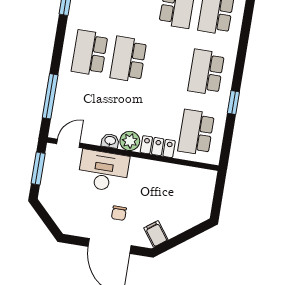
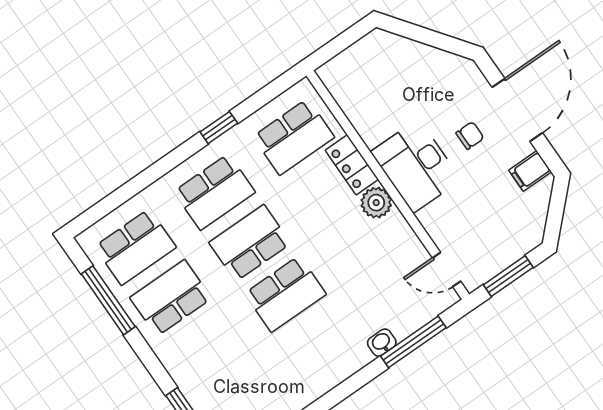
school desk: (90, 53) -> (250, 243), moved, turned 180
washbasin: (110, 141) -> (382, 343), moved, turned 90
desk: (103, 171) -> (416, 166), moved
filing cabinet: (156, 234) -> (530, 171), moved, turned 37

